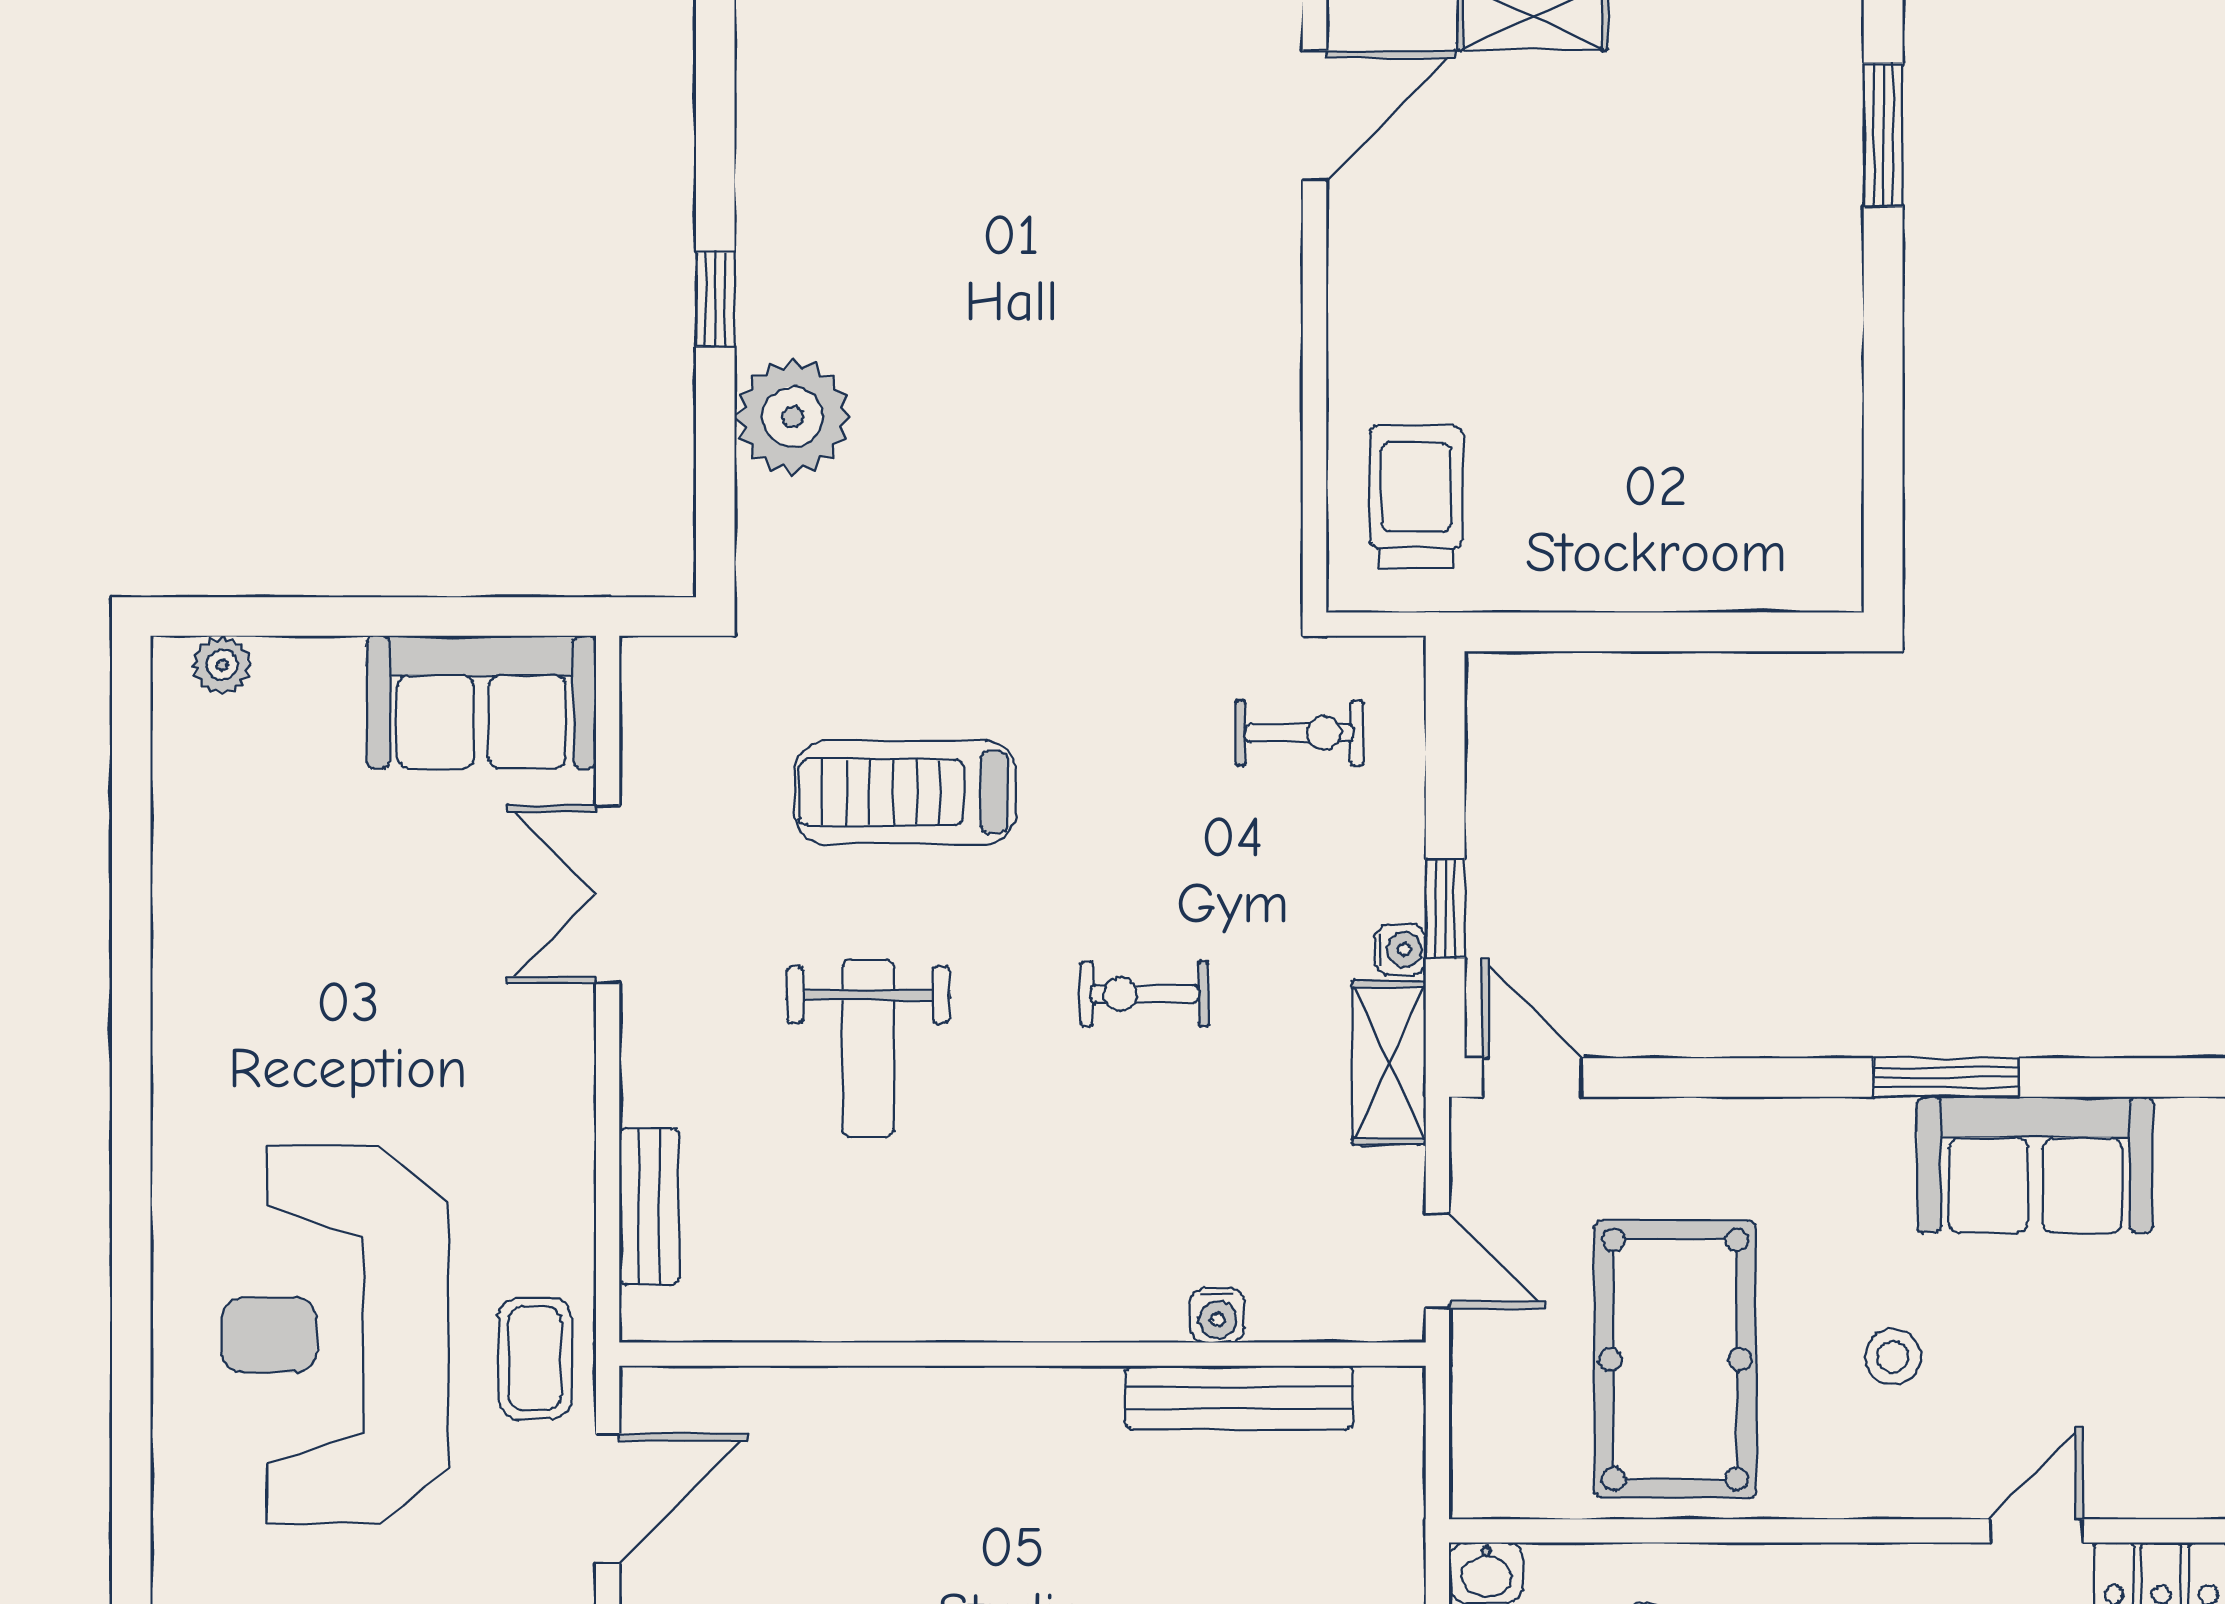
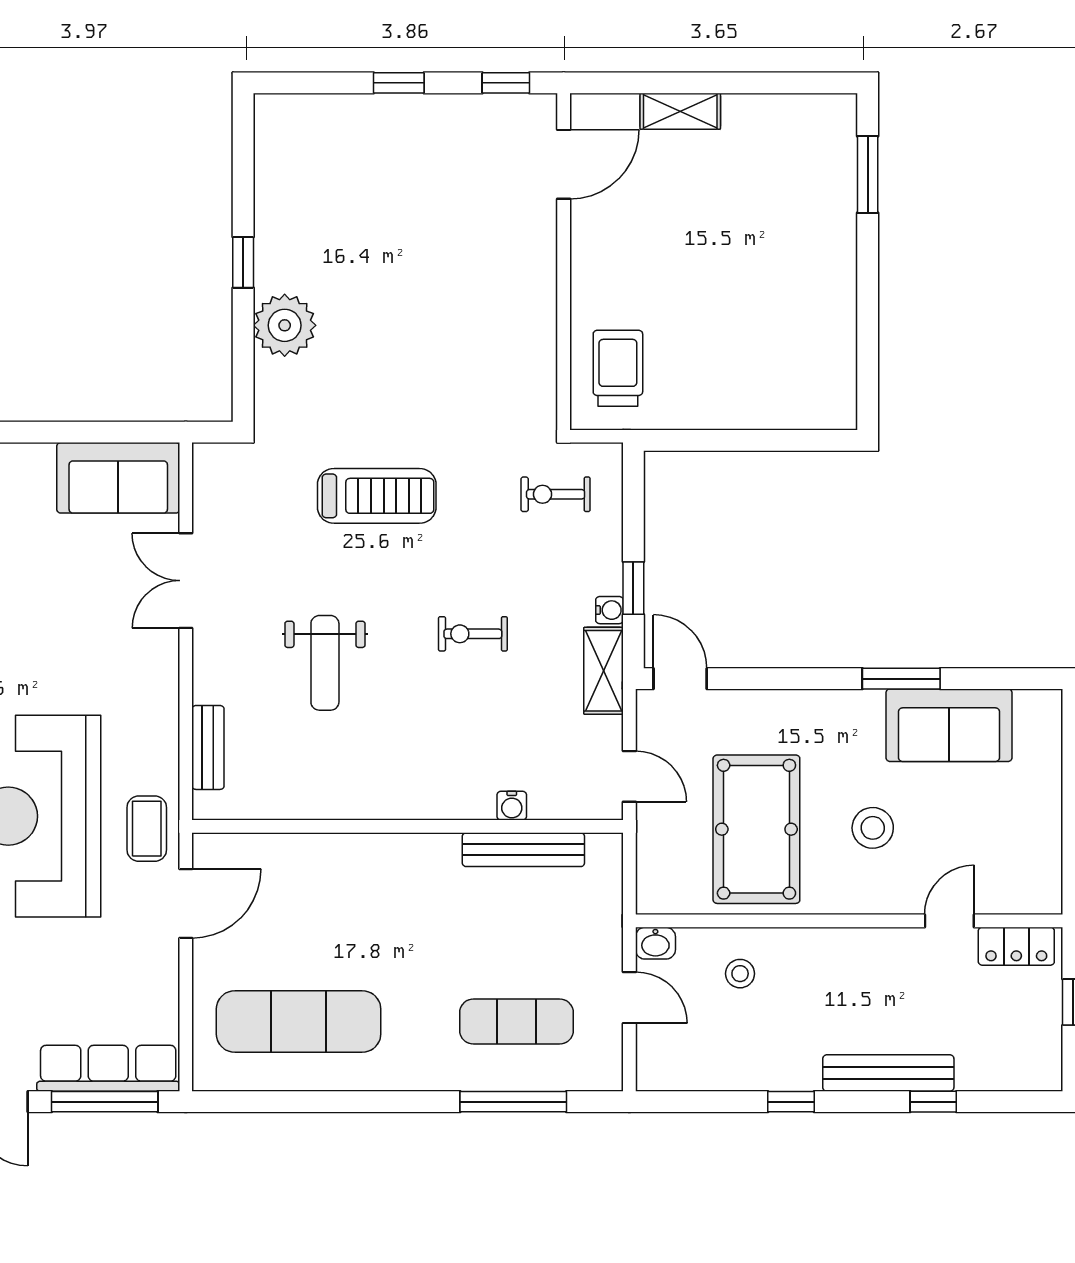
exercise bike: (1299, 733) -> (556, 494), turned 180
treadmill: (906, 792) -> (377, 496), moved, turned 180
stool: (1893, 1357) -> (873, 828), width x1.37, depth x1.37

